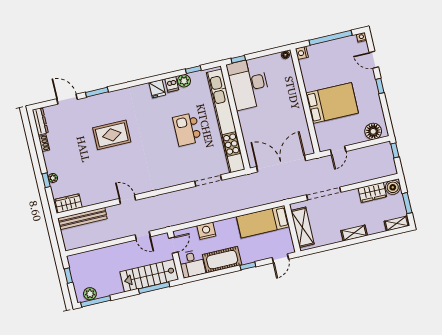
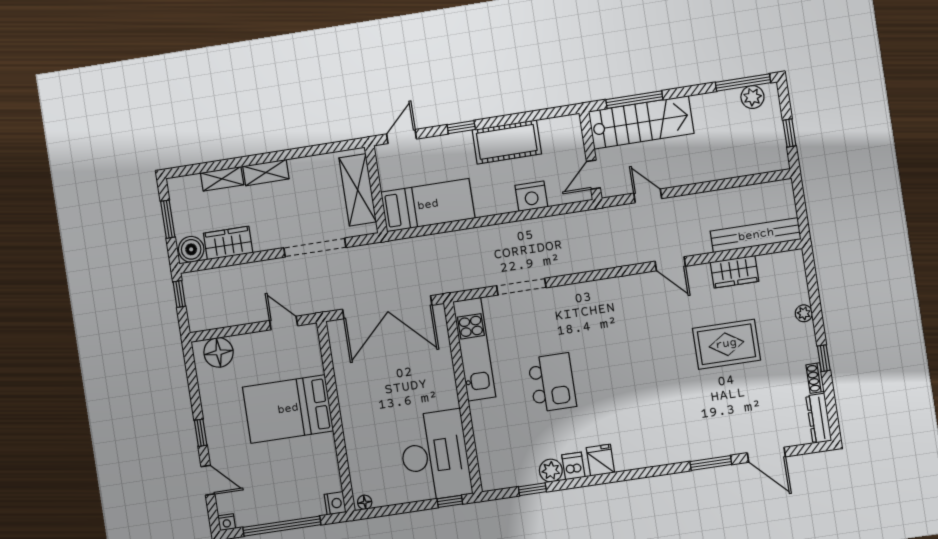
kitchen unit: (226, 121) -> (474, 349), width x0.54
rug: (112, 135) -> (726, 344), moved
door: (338, 150) -> (284, 323), hinge flipped
window: (395, 150) -> (179, 294), moved
window: (46, 180) -> (824, 358), moved
wardrobe: (68, 203) -> (734, 272), moved
shelving: (397, 223) -> (222, 179), moved
desk: (192, 264) -> (562, 138), removed

